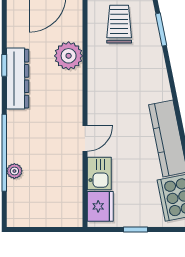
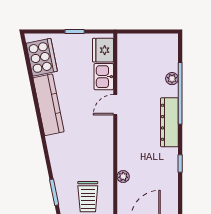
plant: (69, 56) -> (123, 177), width x0.53, depth x0.53
dresser: (18, 79) -> (169, 122), moved

